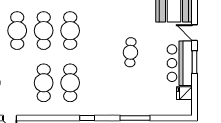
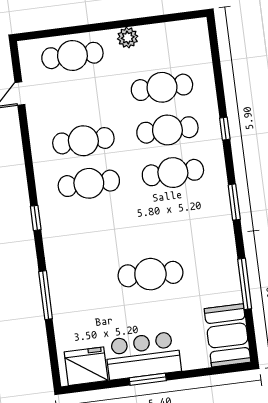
door: (195, 33) -> (195, 373), removed
cafe table: (130, 52) -> (150, 274), width x1.37, depth x1.35
fridge: (184, 93) -> (86, 366), width x1.88, depth x1.34

